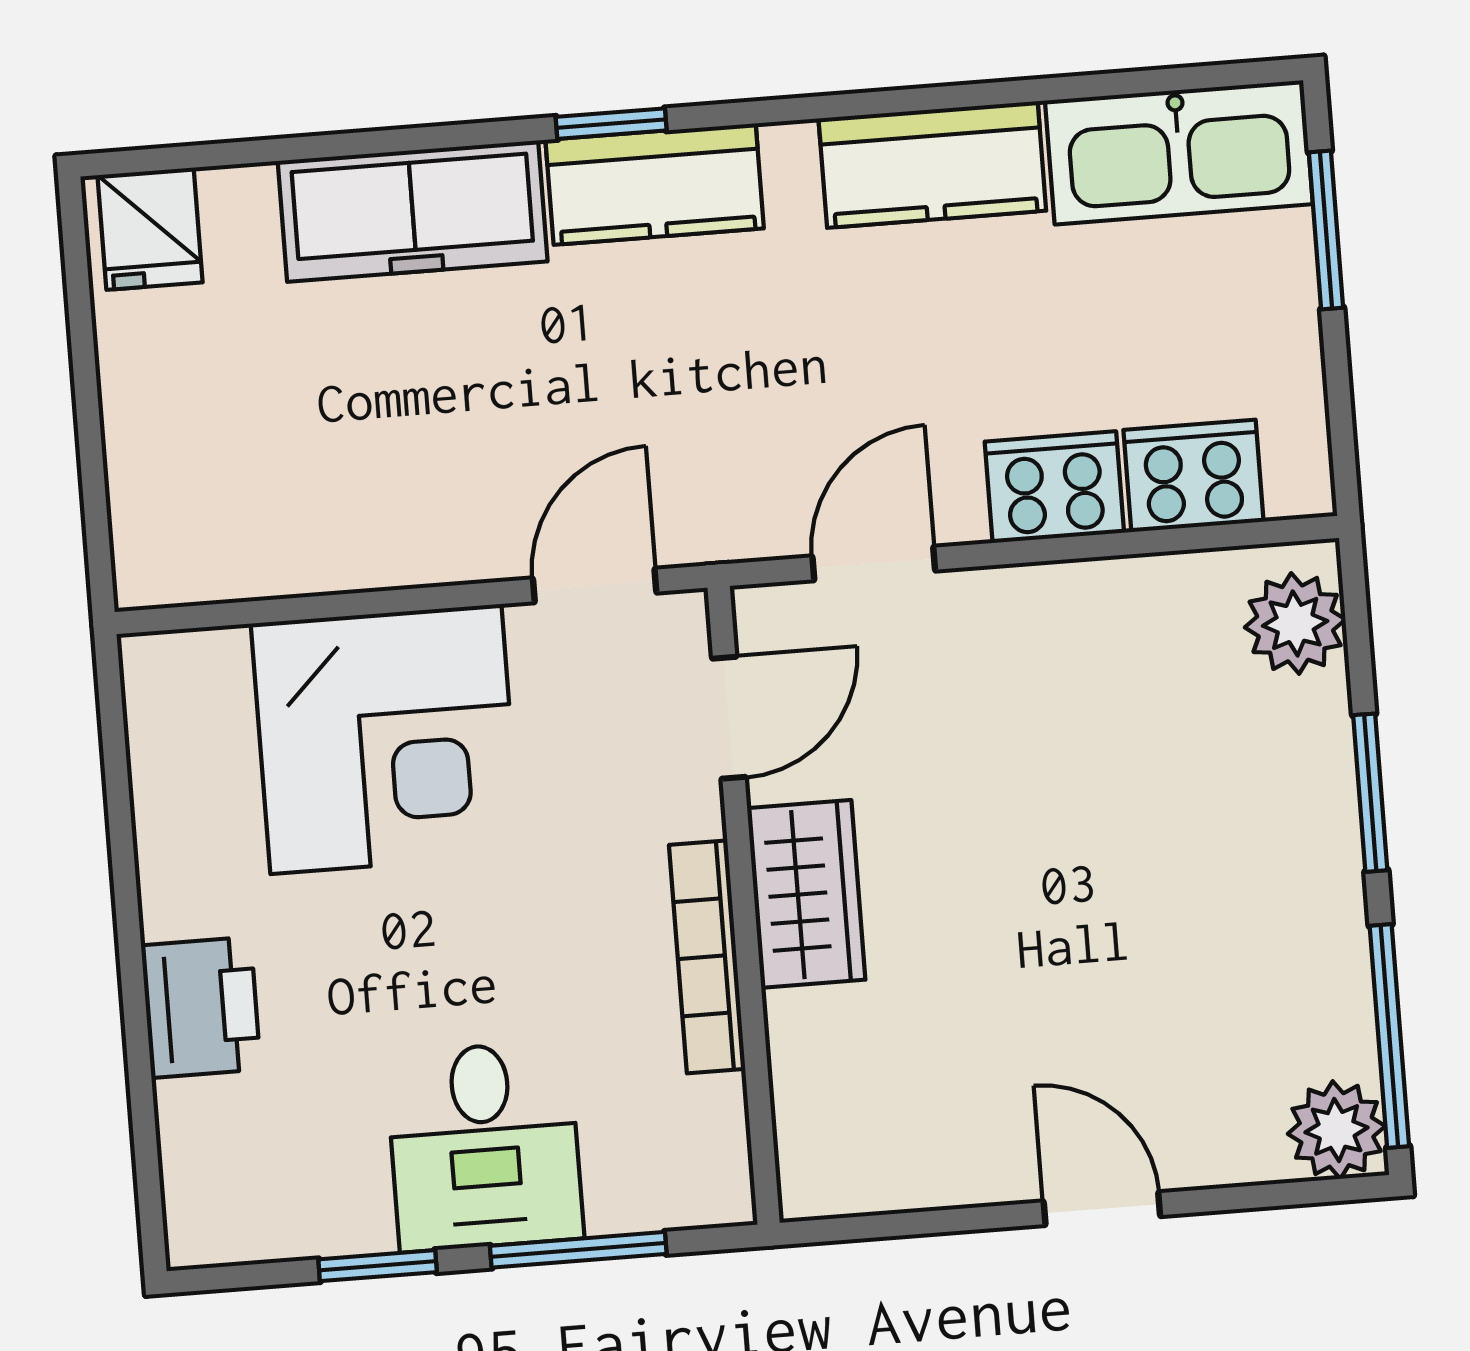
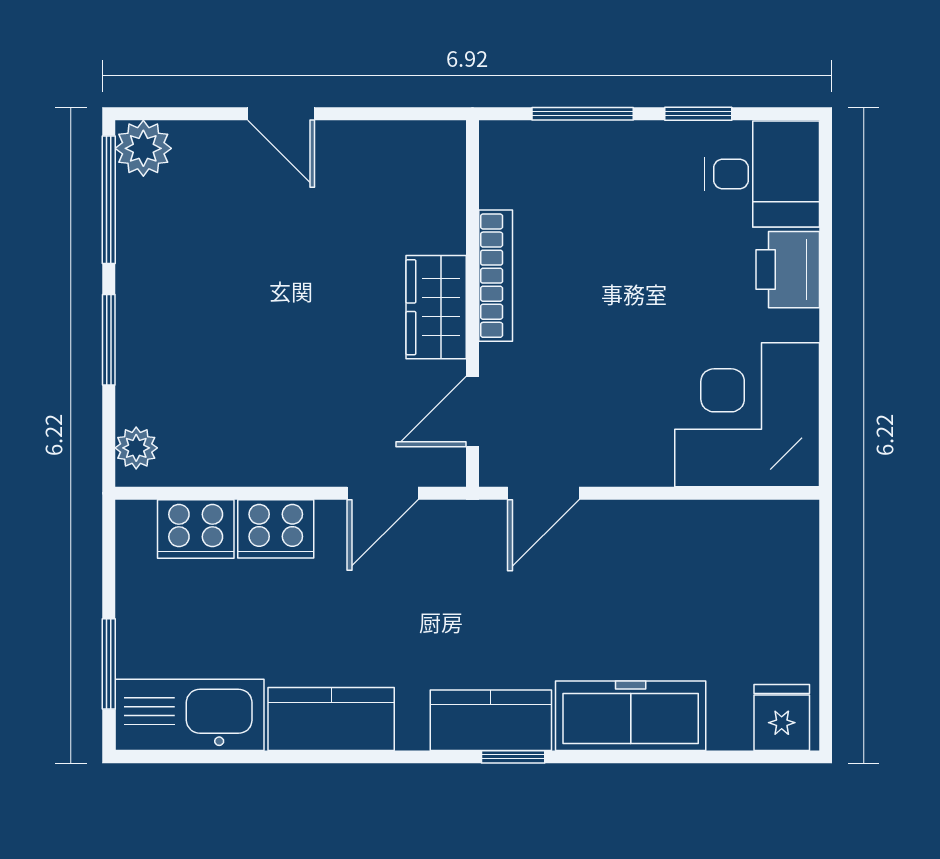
plant: (1295, 623) -> (136, 448), width x0.73, depth x0.73
corner desk: (386, 739) -> (747, 415), moved
desk: (484, 1146) -> (762, 174), moved, turned 90

